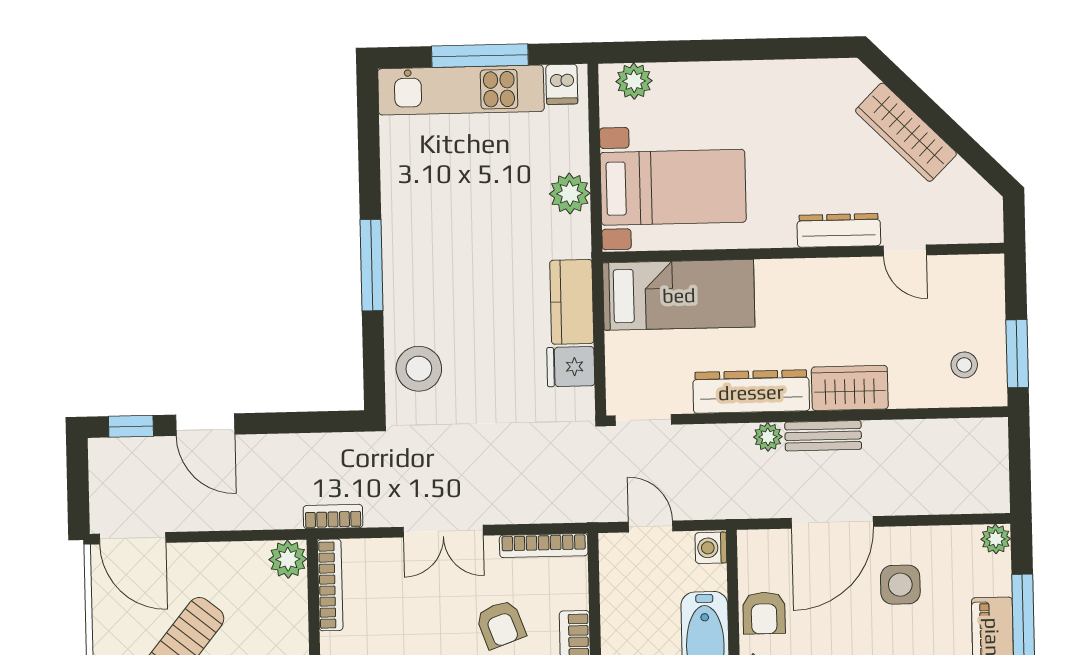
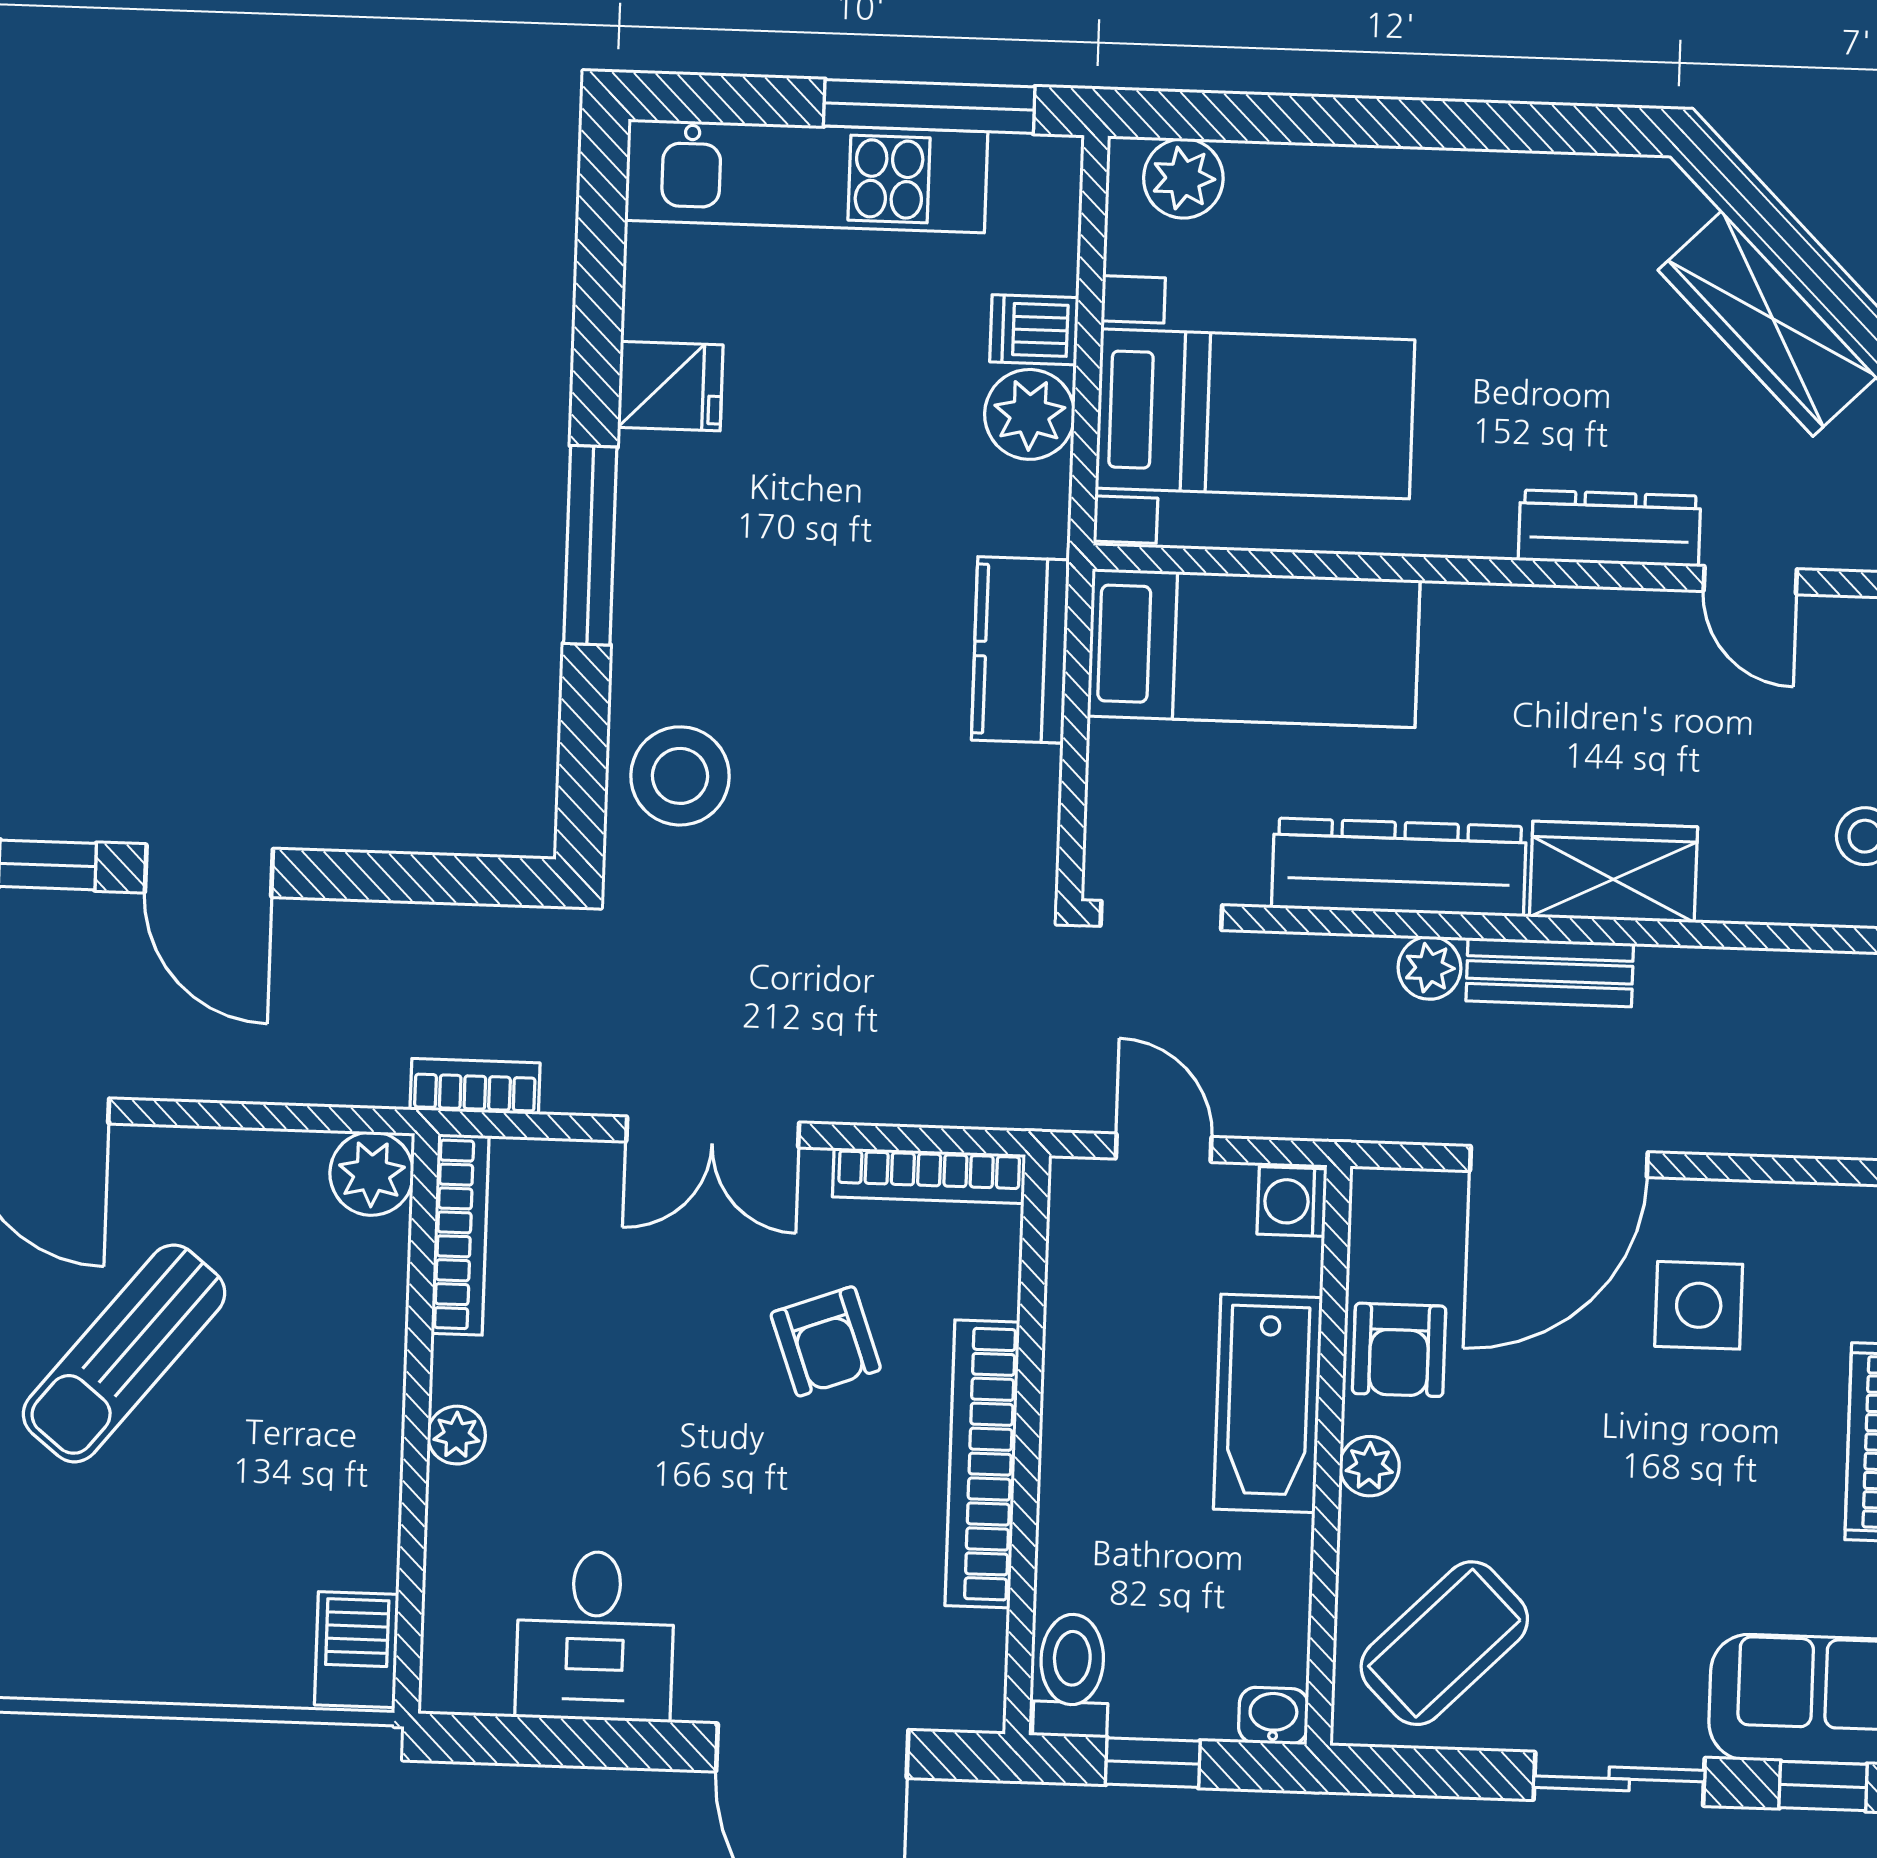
window: (480, 56) -> (929, 106), moved
dishwasher: (562, 84) -> (1034, 330), moved, turned 90
fridge: (571, 367) -> (670, 386), moved, turned 180

